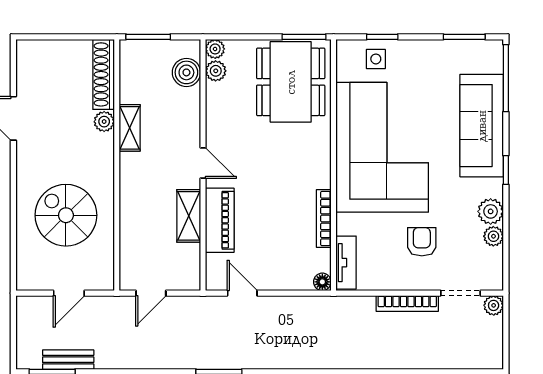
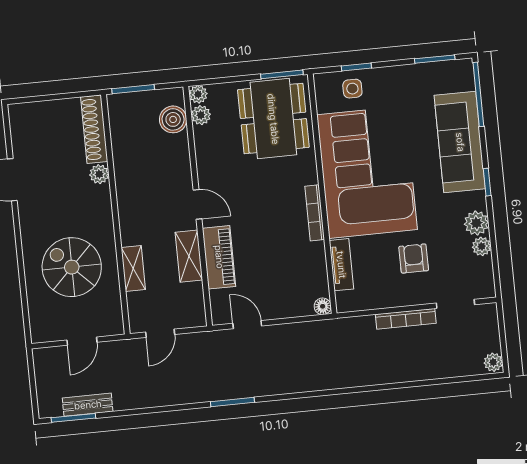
shelving: (130, 128) -> (133, 268), moved
bookcase: (324, 219) -> (315, 213), moved
tv unit: (346, 263) -> (341, 265), moved
plant: (494, 305) -> (493, 362), moved

